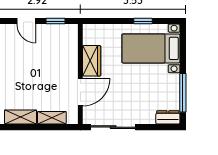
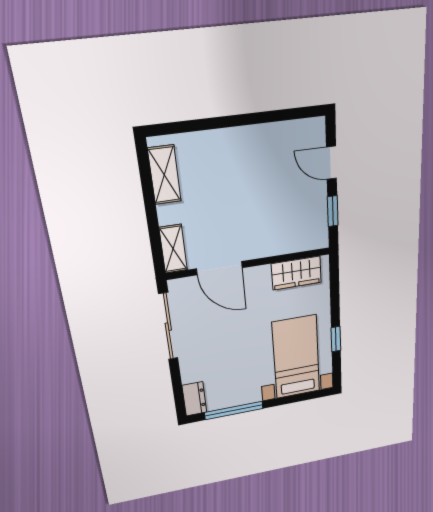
door: (26, 21) -> (331, 163), hinge flipped
wardrobe: (92, 61) -> (296, 273), moved
shelving: (52, 118) -> (173, 249), moved

